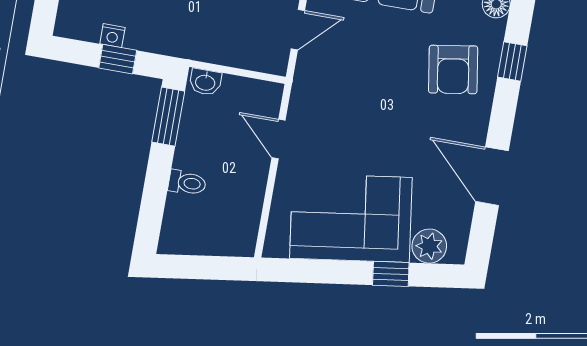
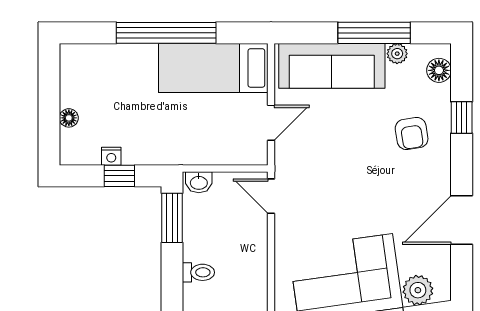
armchair: (453, 69) -> (412, 134), width x0.72, depth x0.72
door: (279, 139) -> (271, 196), moved
door: (492, 176) -> (462, 220), hinge flipped

